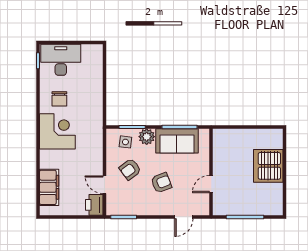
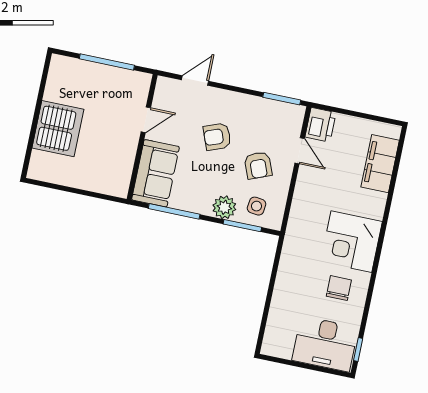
sofa: (177, 141) -> (155, 173), moved, turned 90
armchair: (130, 169) -> (258, 165), turned 105

